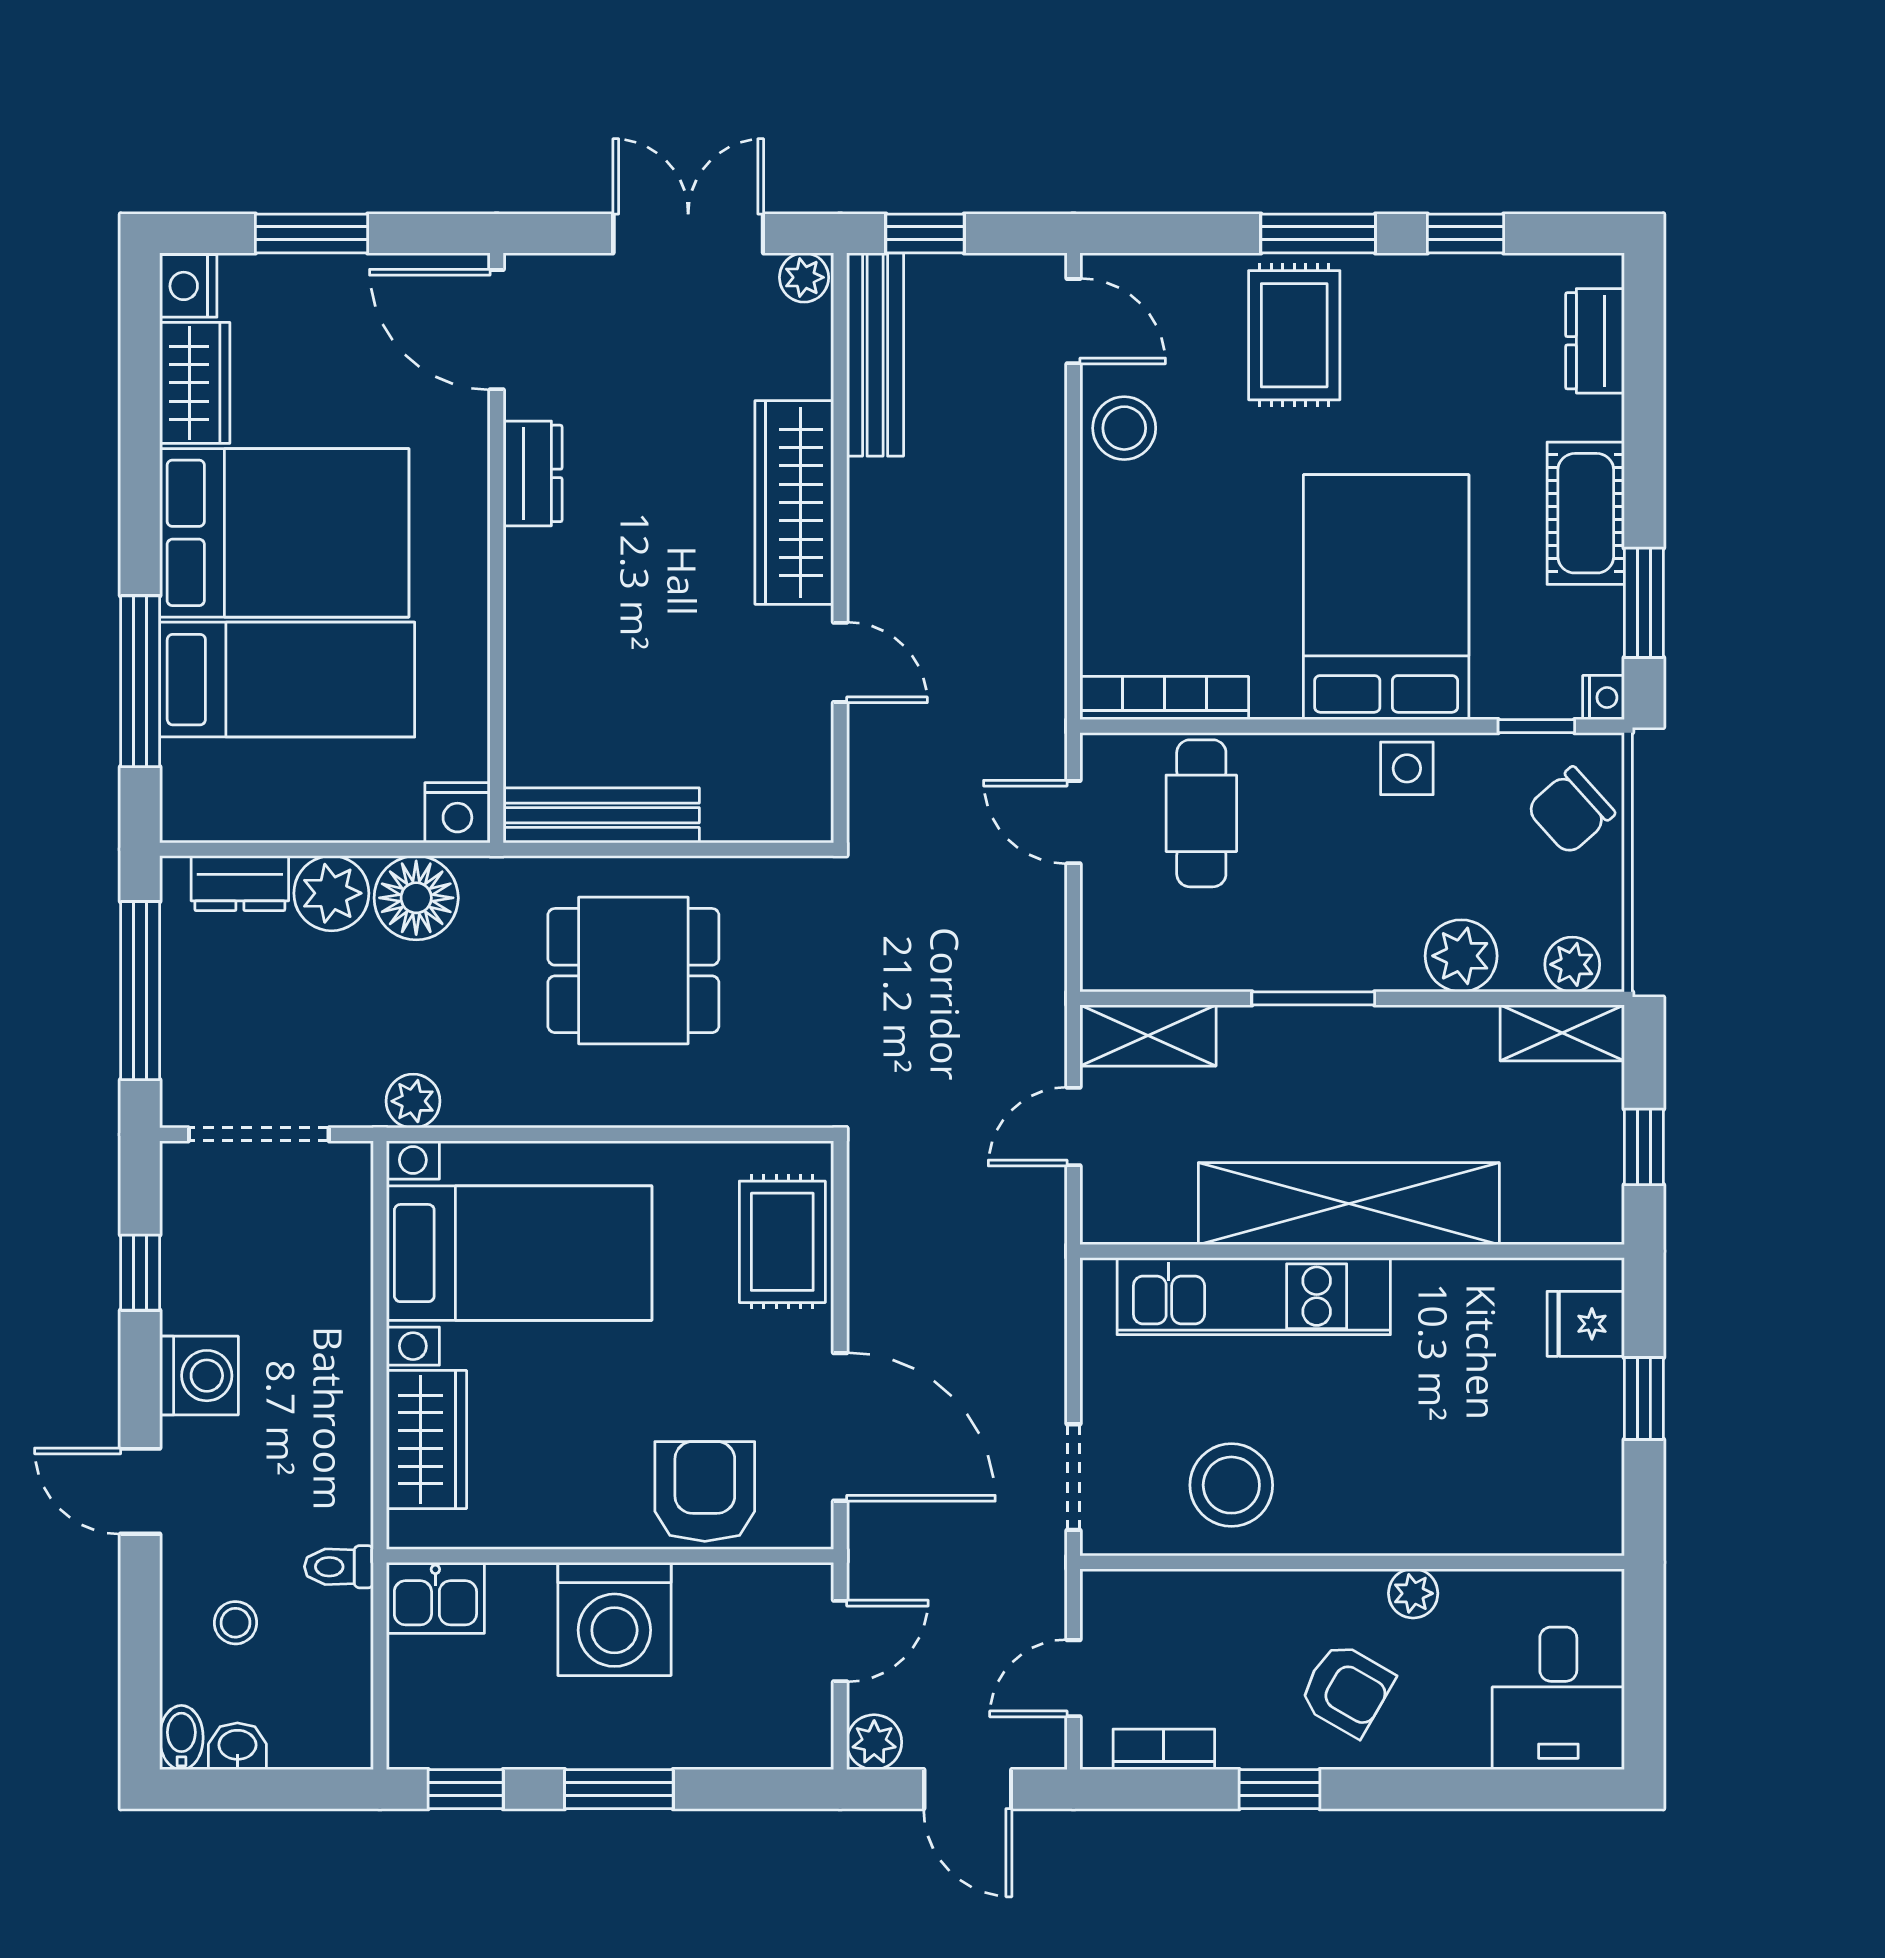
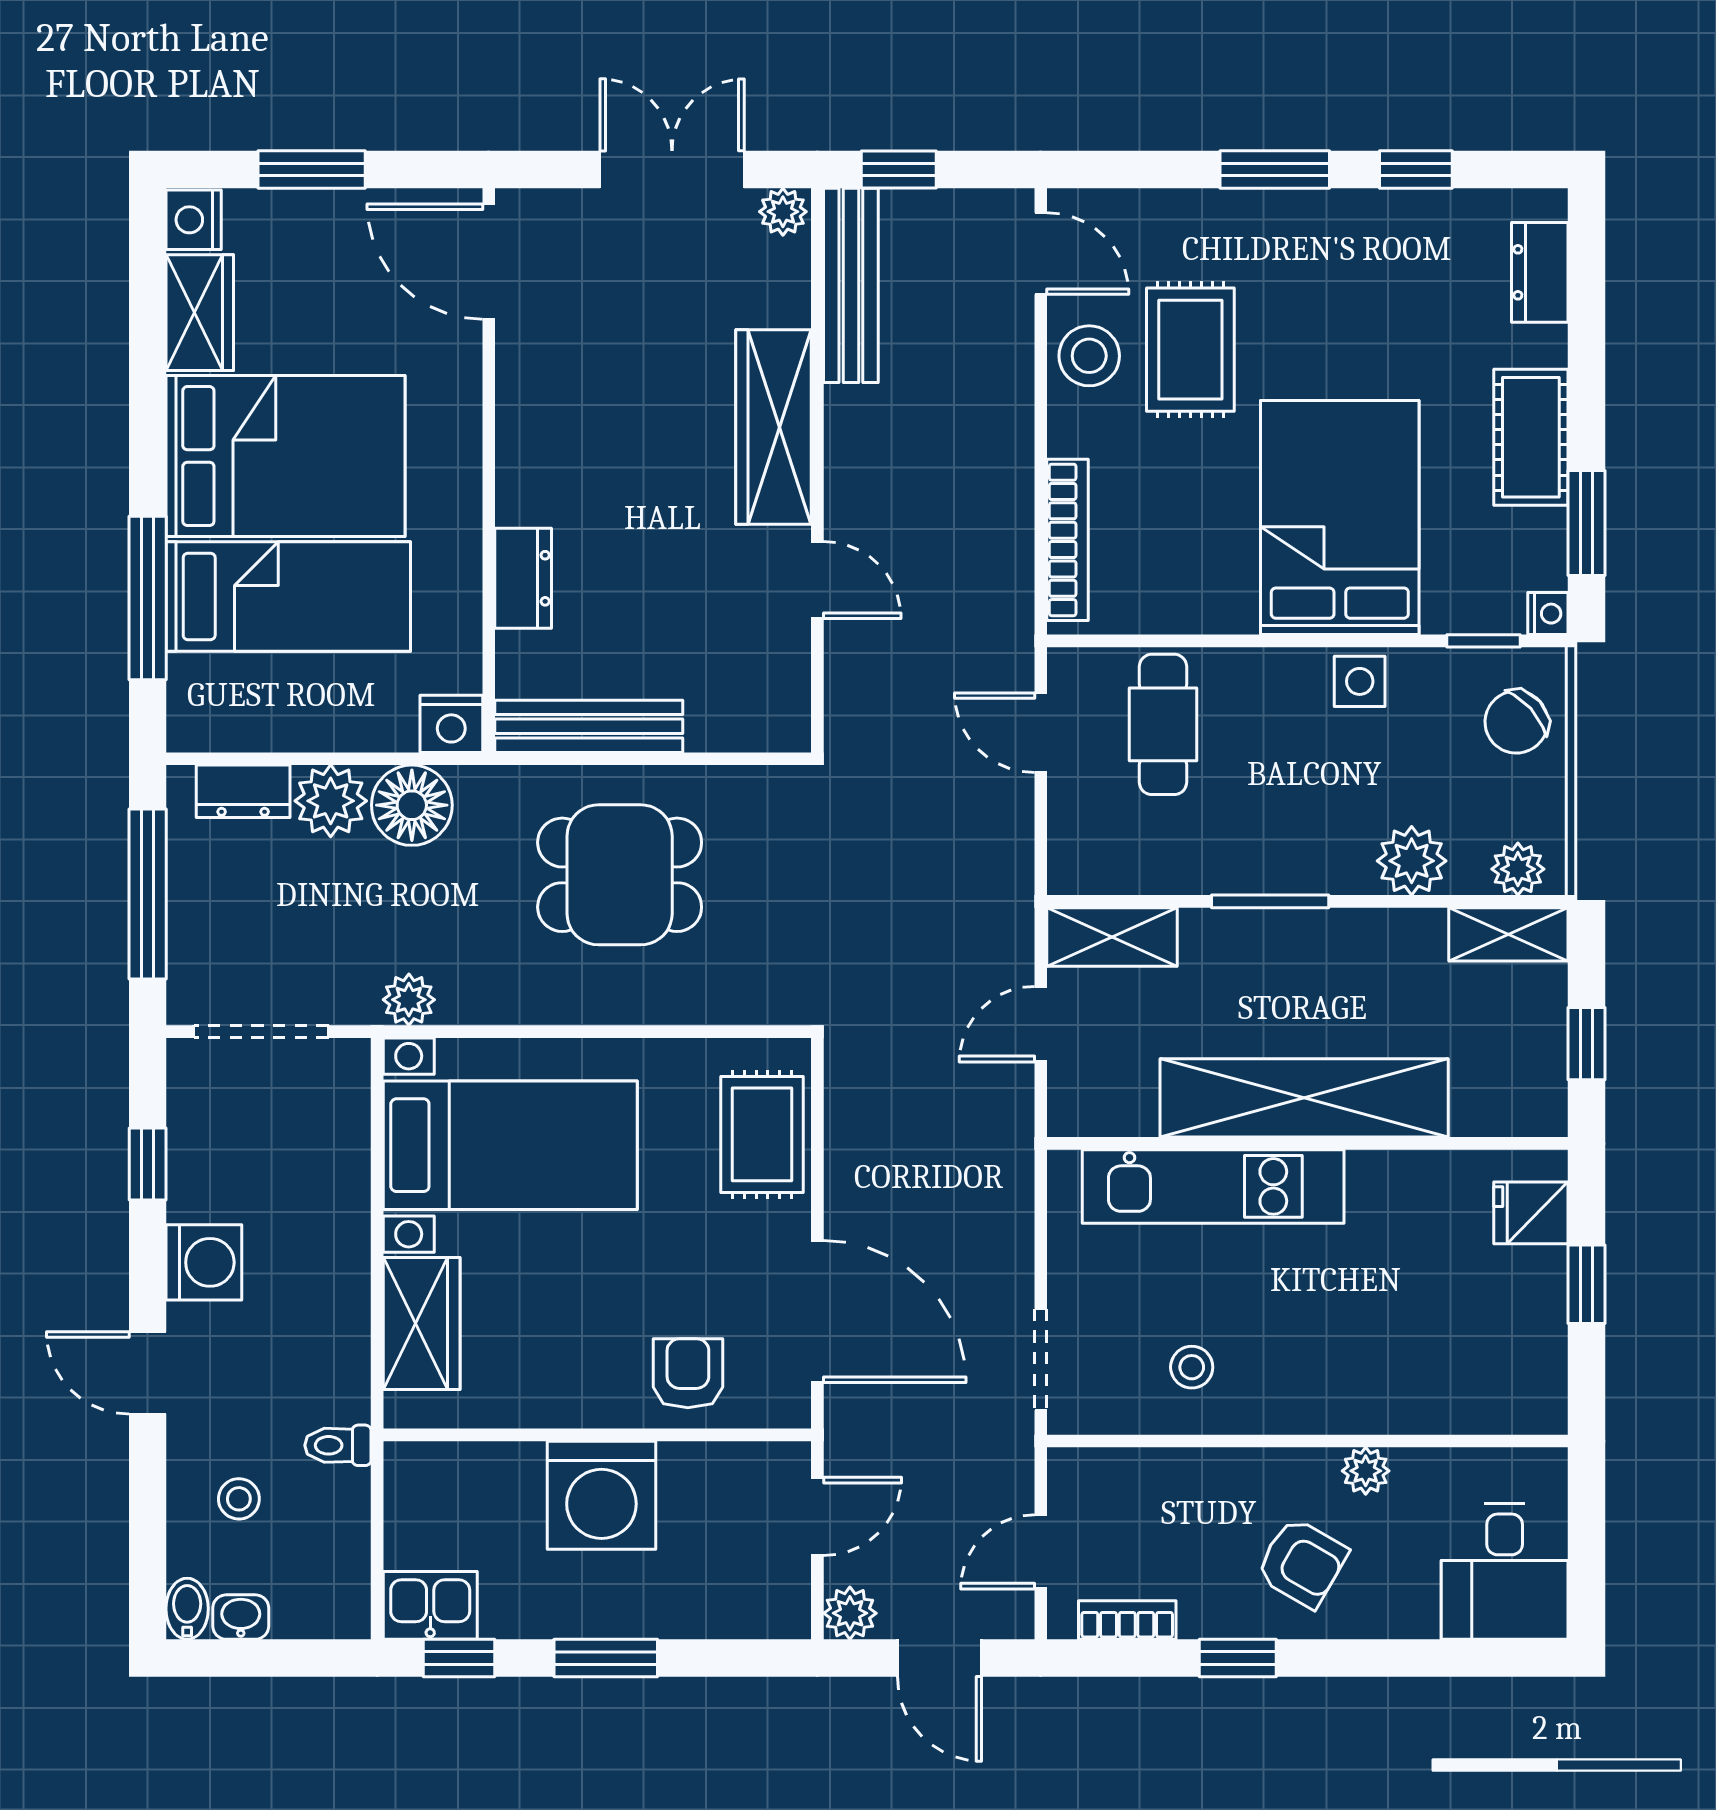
rug: (1294, 335) -> (1190, 350), moved
dresser: (533, 473) -> (523, 578), moved
bookcase: (1164, 698) -> (1068, 540), moved, turned 90
stool: (1231, 1485) -> (1192, 1367), width x0.53, depth x0.53
armchair: (705, 1491) -> (688, 1373), width x0.72, depth x0.72
kitchen sink: (435, 1598) -> (430, 1605), moved, turned 180

